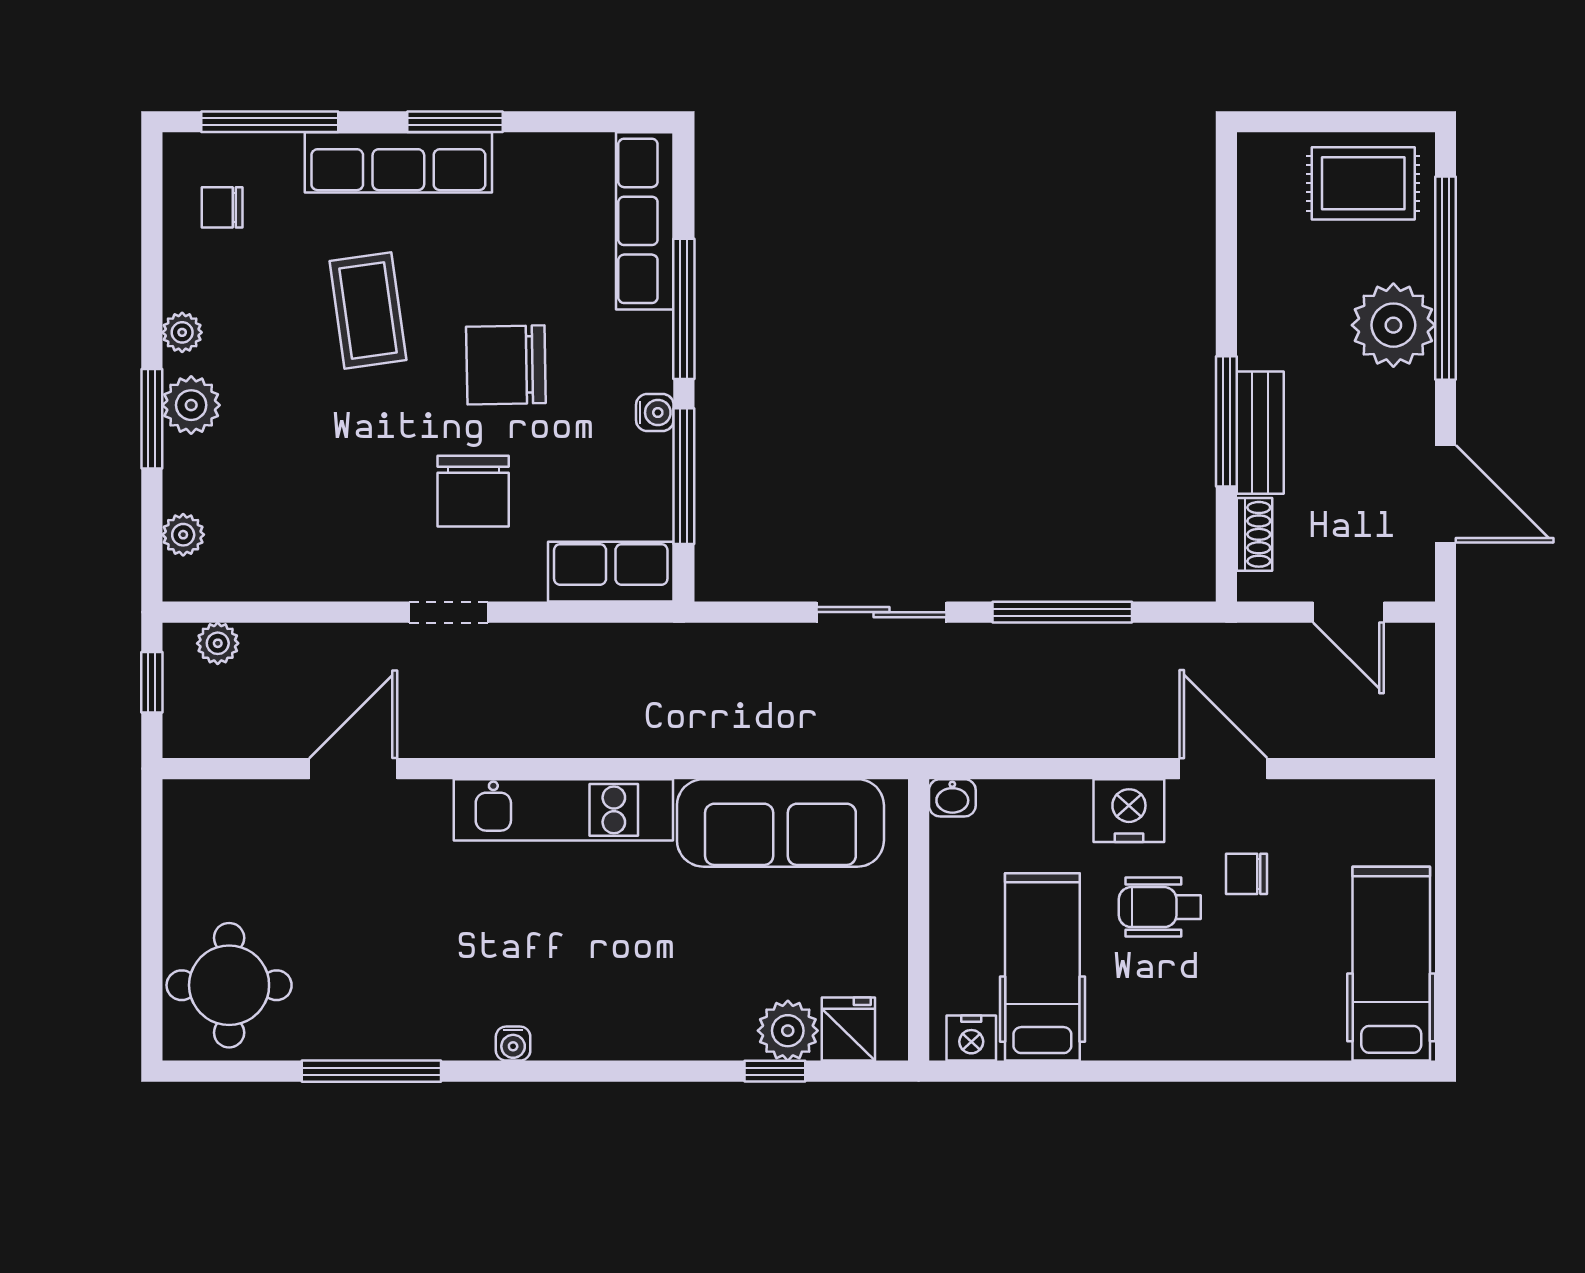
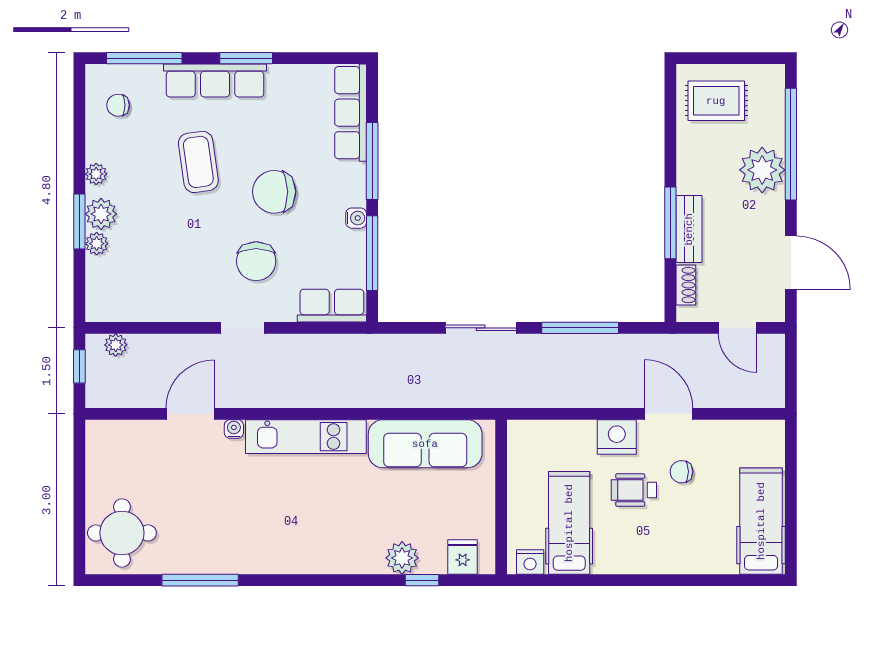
rug: (1363, 183) -> (716, 101), moved
plant: (183, 535) -> (97, 244), moved
washbasin: (952, 798) -> (520, 430), removed
plant: (788, 1031) -> (402, 558), moved
water cooler: (513, 1044) -> (234, 429), moved, turned 180

